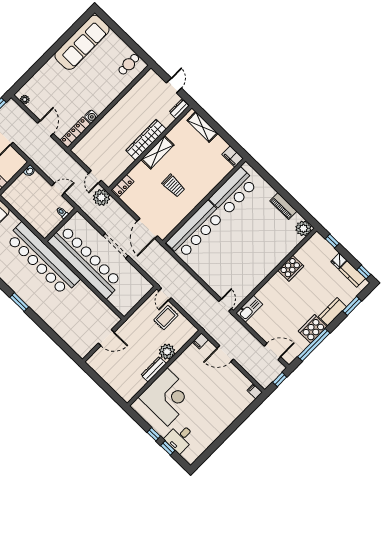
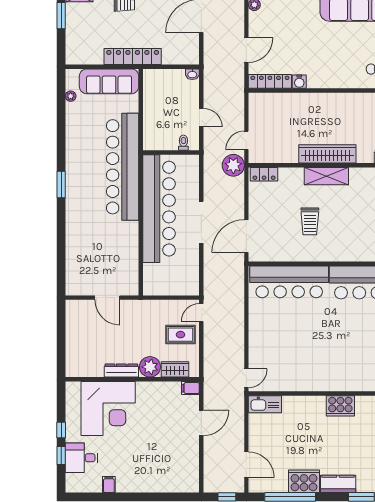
wardrobe: (182, 339) -> (175, 369), added
door: (225, 354) -> (201, 423), swing flipped
filing cabinet: (255, 391) -> (109, 484), moved

